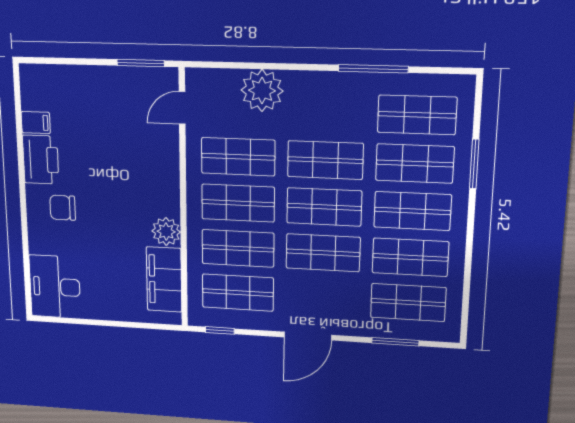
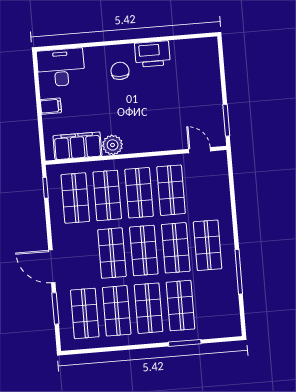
plant: (262, 91) -> (217, 202), removed
shop shelf: (417, 115) -> (208, 245), moved
filing cabinet: (36, 123) -> (51, 106), moved, turned -90
door: (308, 336) -> (52, 266), moved

